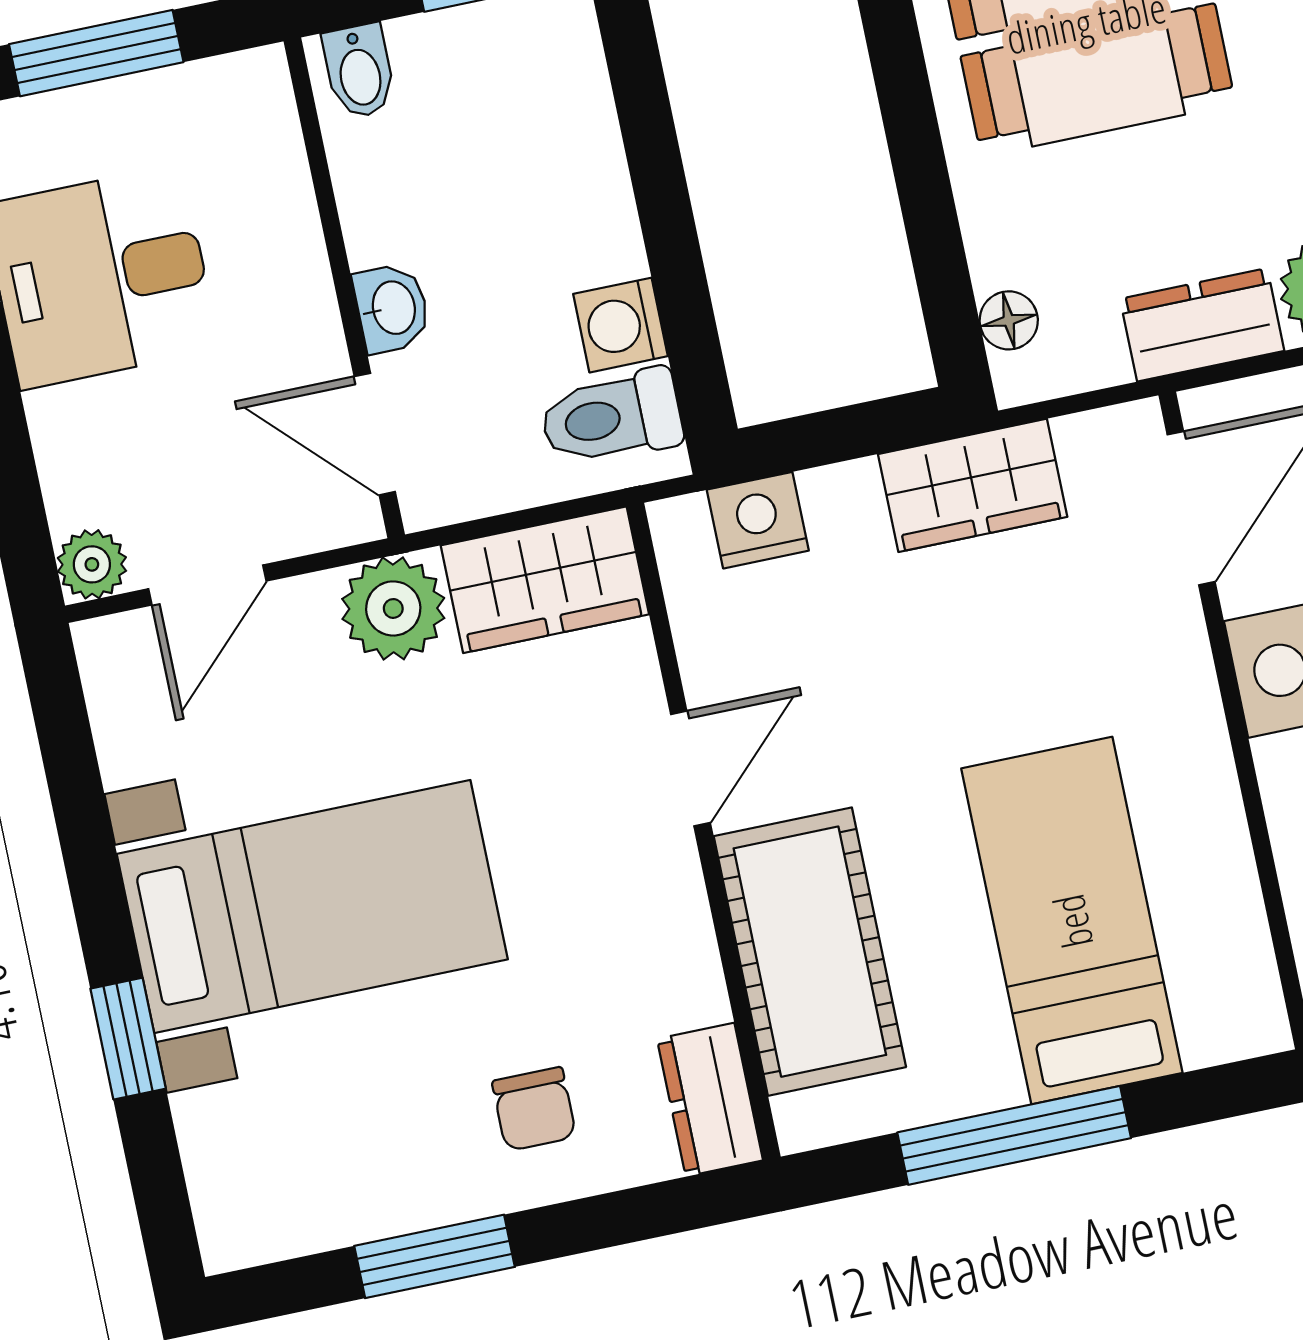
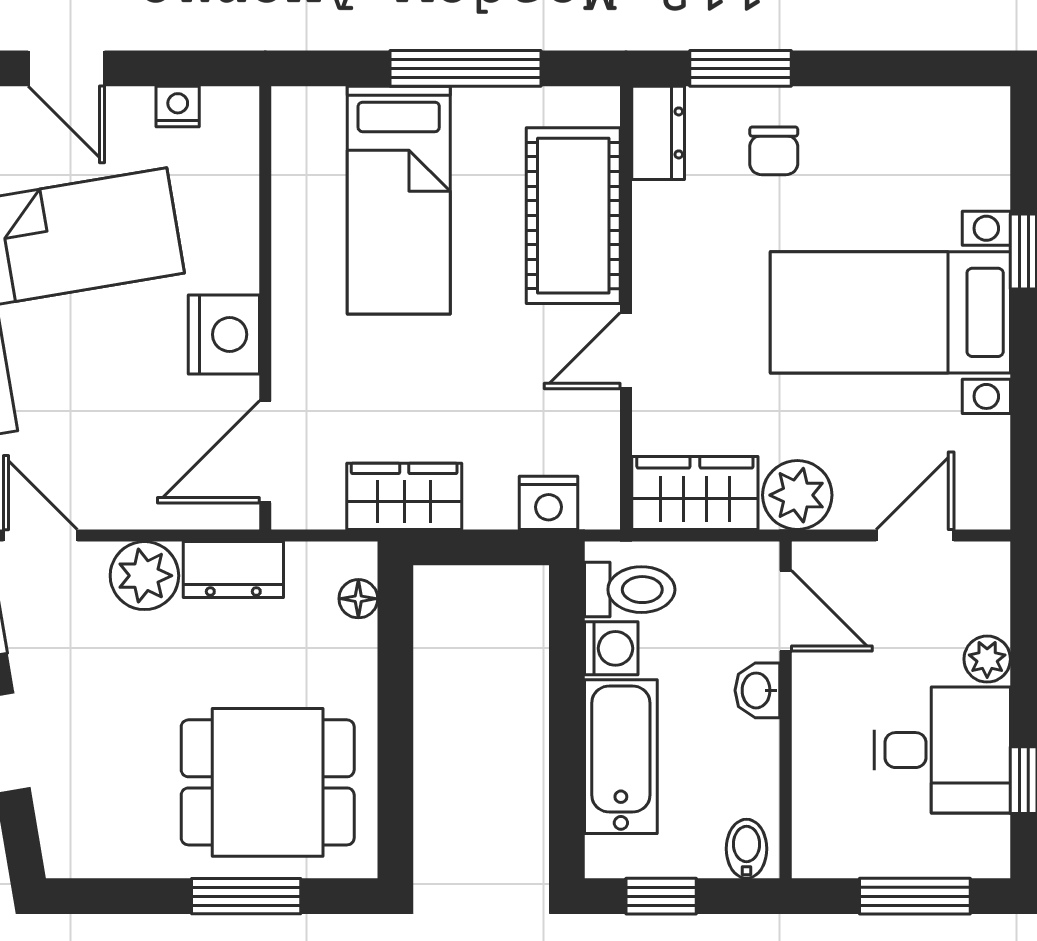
bathtub: (573, 168) -> (621, 757), added
plant: (92, 564) -> (987, 659), moved
chair: (534, 1109) -> (774, 151), turned 180
window: (435, 1256) -> (740, 68), moved

